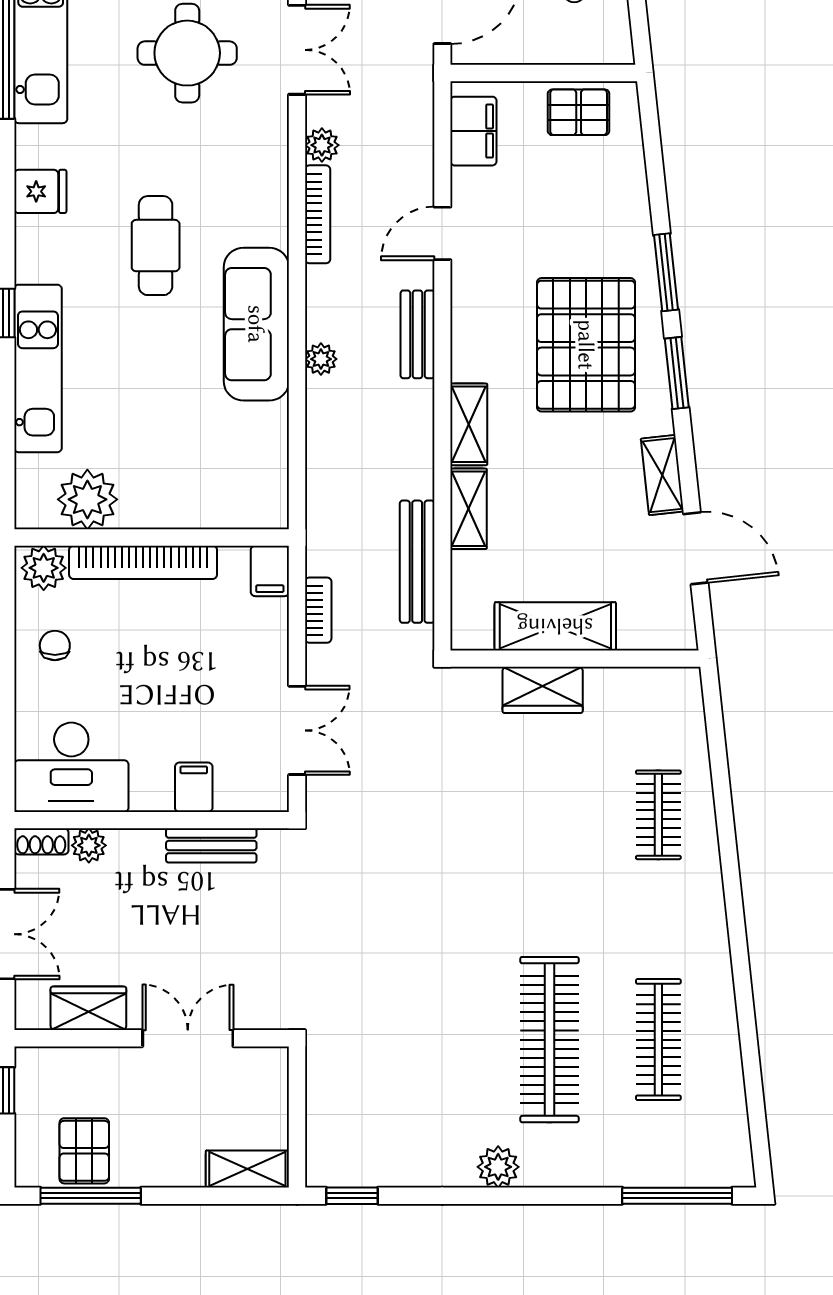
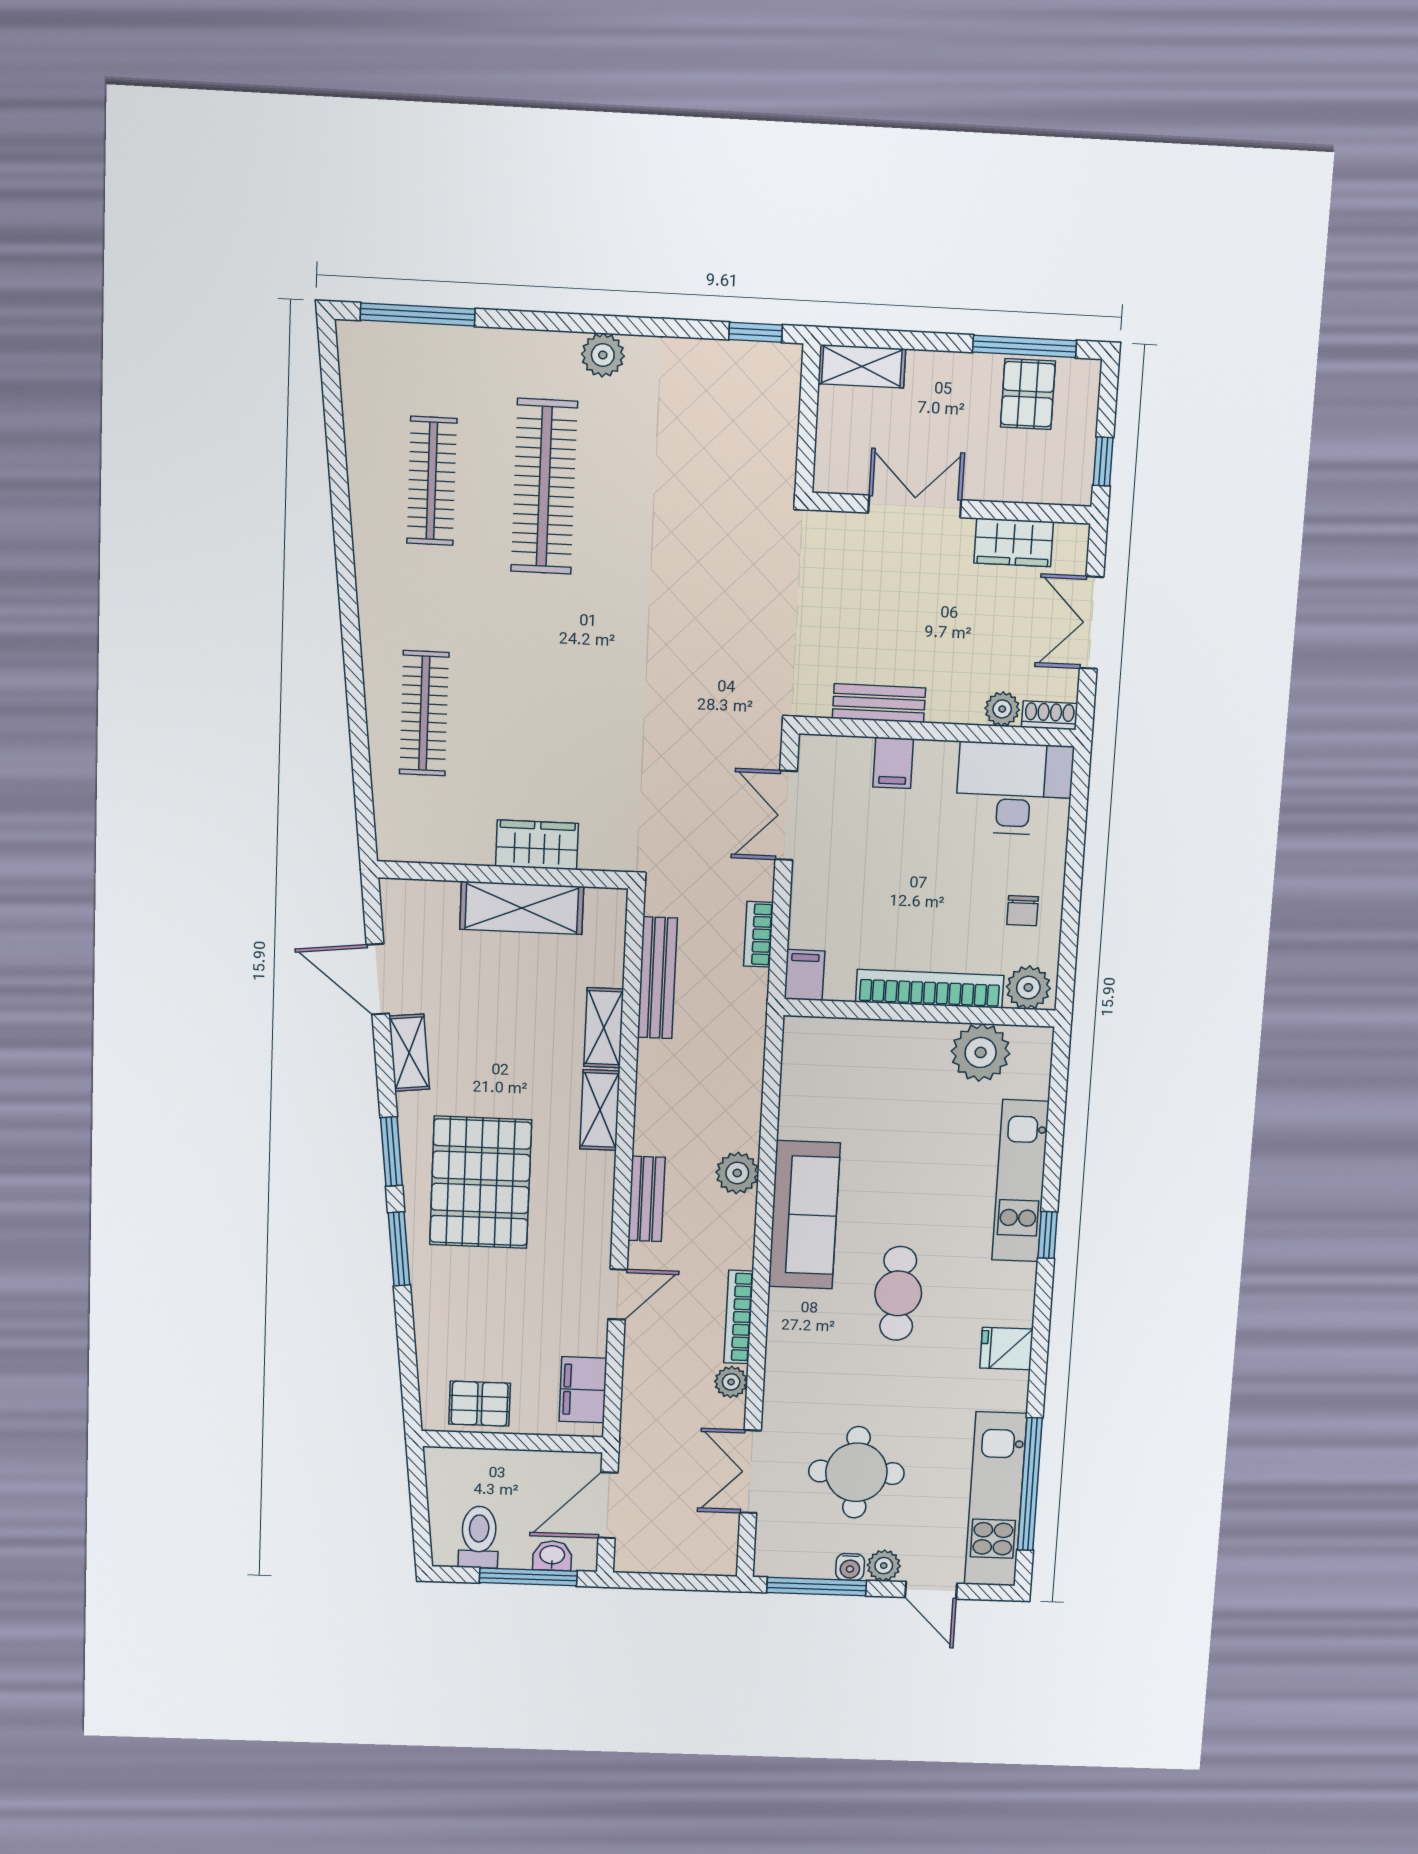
plant: (321, 359) -> (737, 1173), width x1.38, depth x1.38
clothes rail: (658, 815) -> (424, 713), width x1.36
double door: (188, 1038) -> (915, 506), swing flipped

